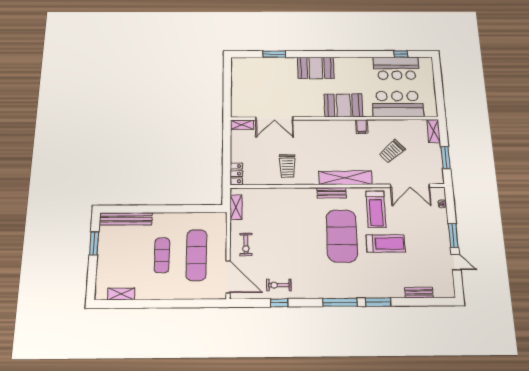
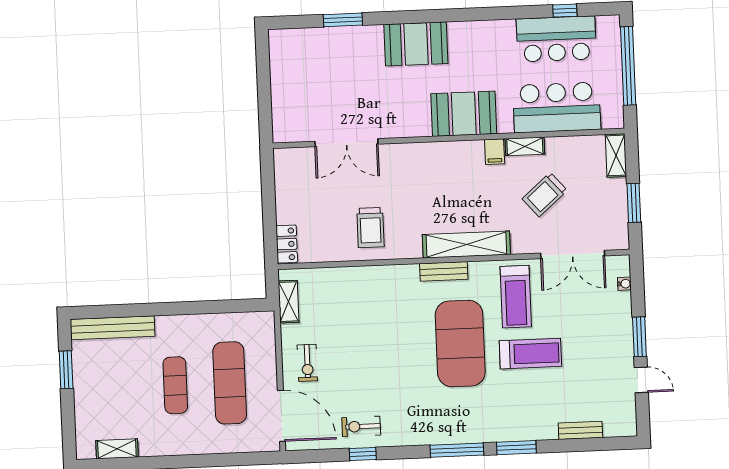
window: (438, 84) -> (628, 66), added
shelving: (242, 125) -> (525, 146), moved

